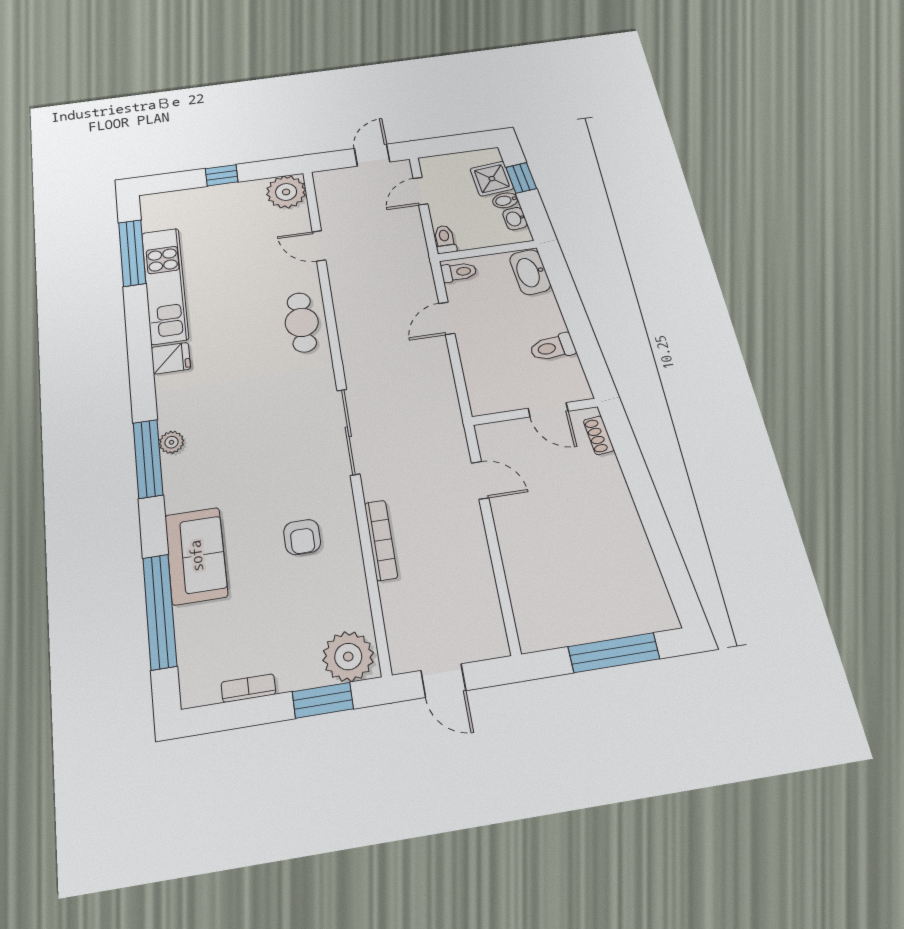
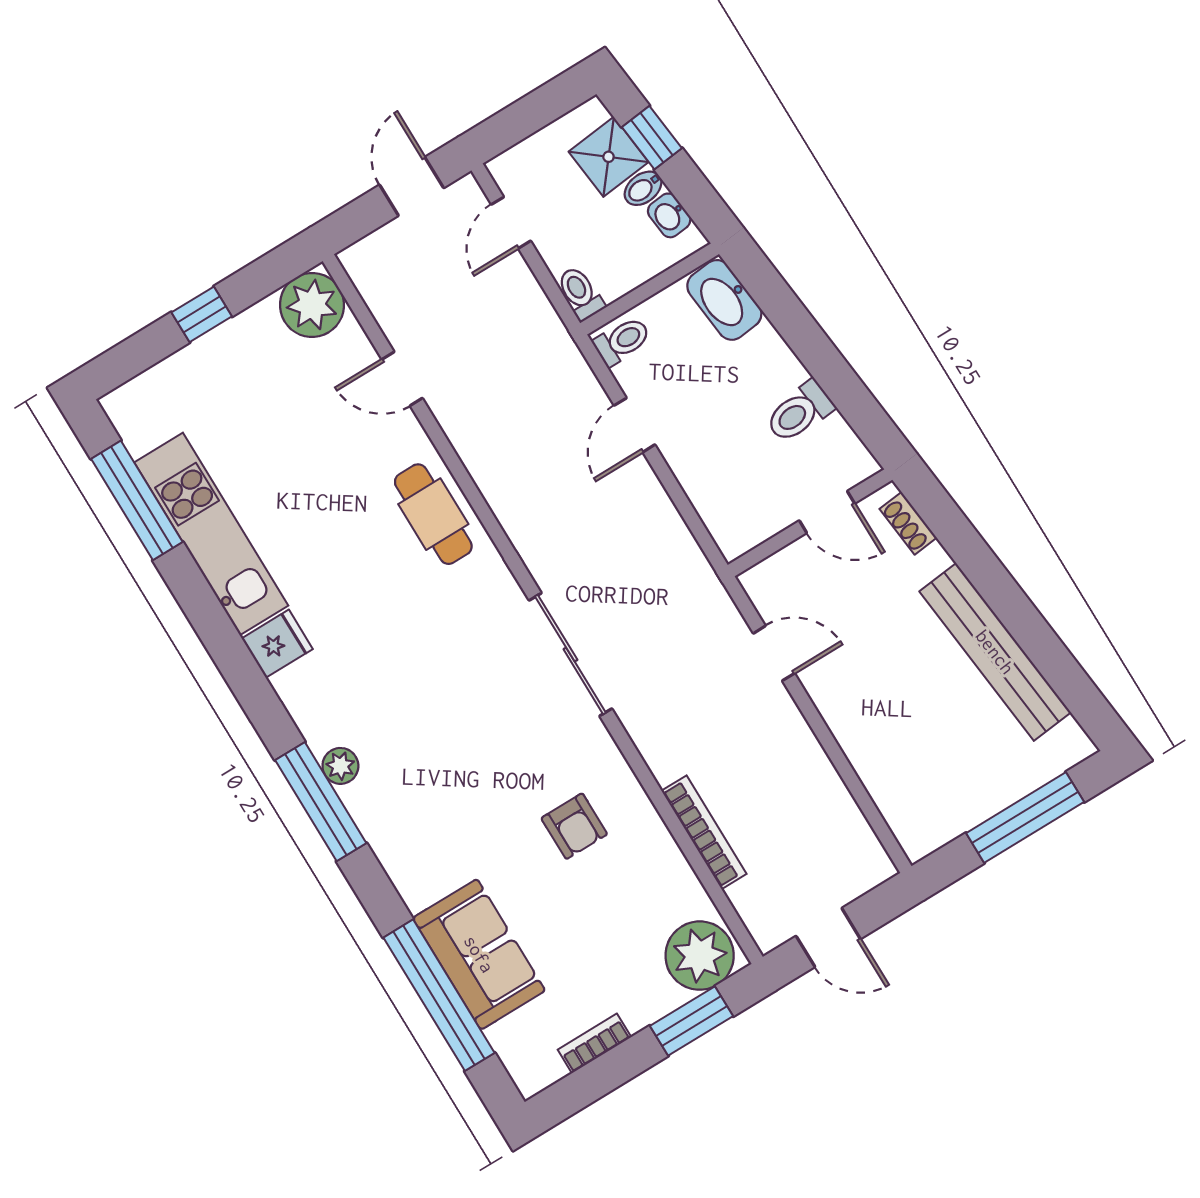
bench: (630, 535) -> (995, 652), added
bookcase: (381, 540) -> (704, 832), moved
sofa: (196, 556) -> (479, 954), moved

